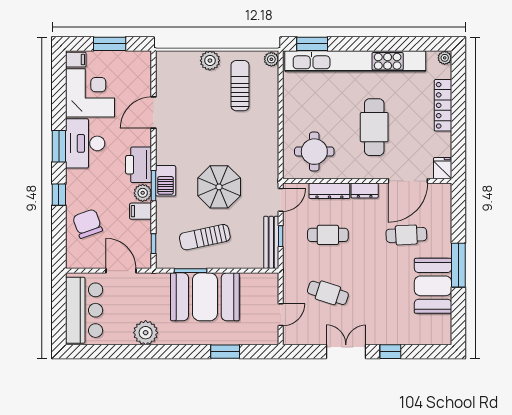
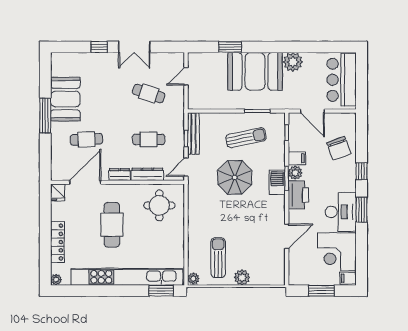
sun lounger: (240, 86) -> (218, 258), turned 180
booth: (205, 297) -> (255, 71), moved

